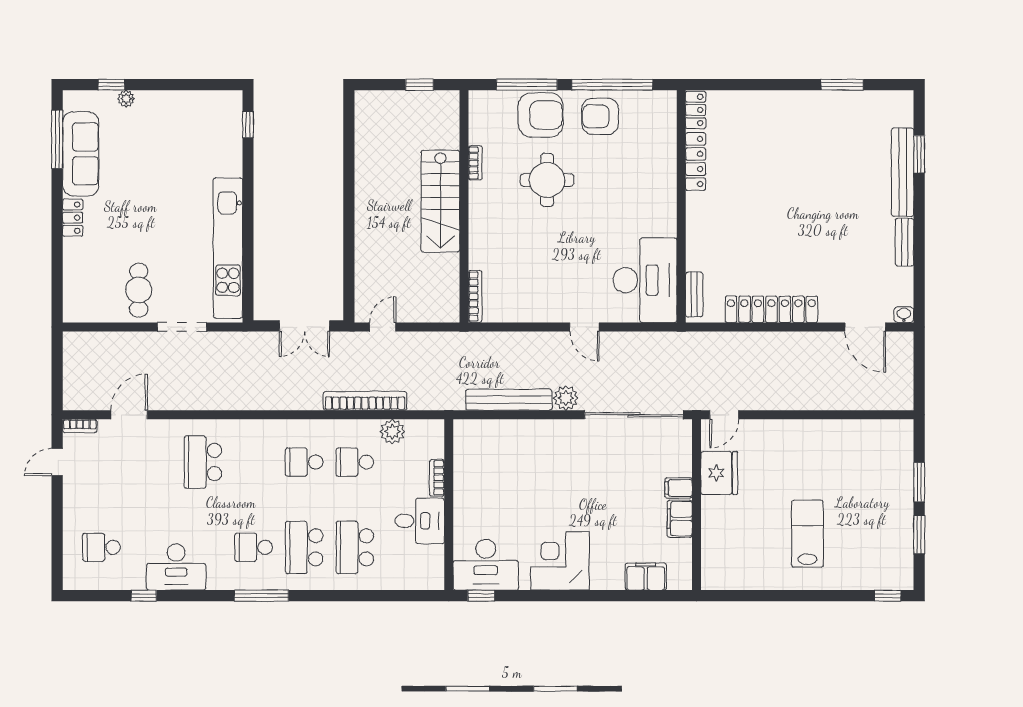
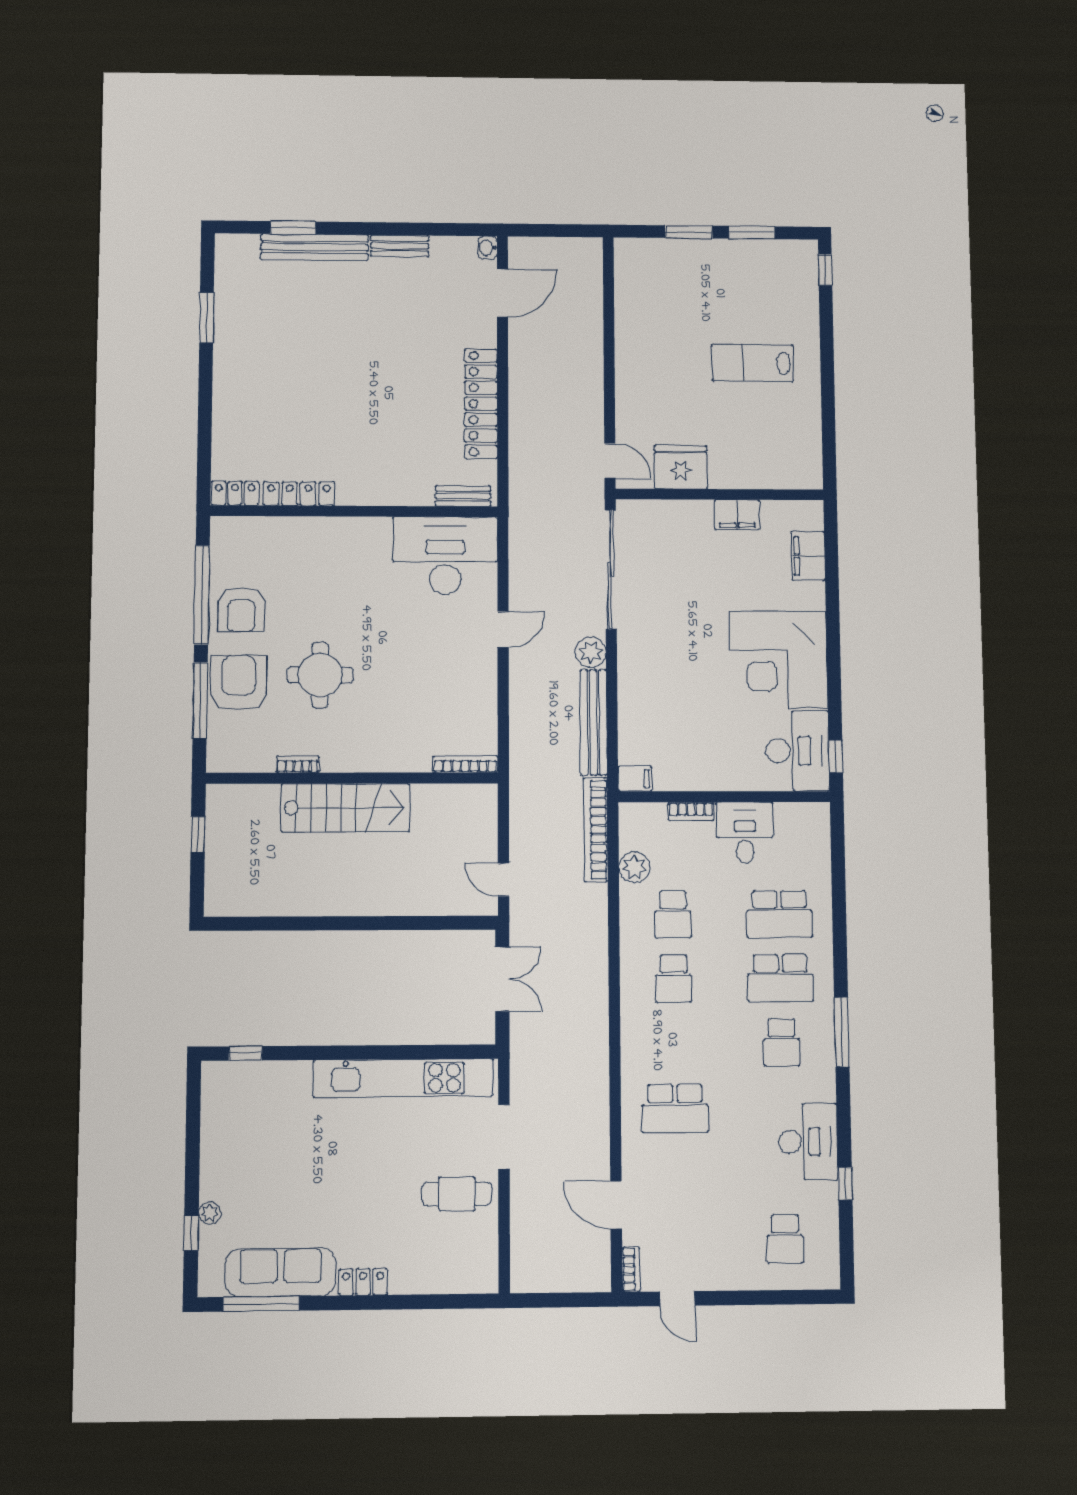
bookcase: (365, 401) -> (596, 830), moved
filing cabinet: (679, 488) -> (635, 779), moved, turned -90
corner desk: (560, 561) -> (778, 660), width x1.36, depth x1.36

